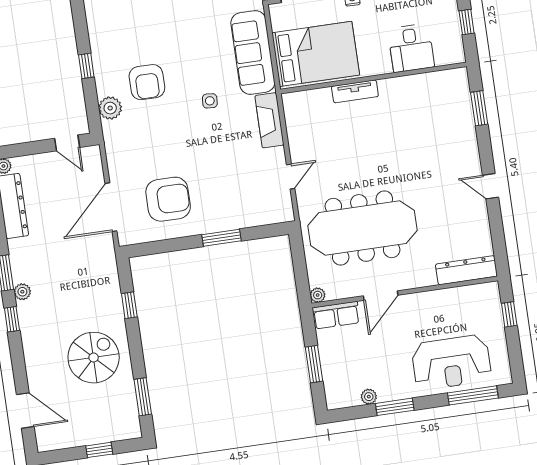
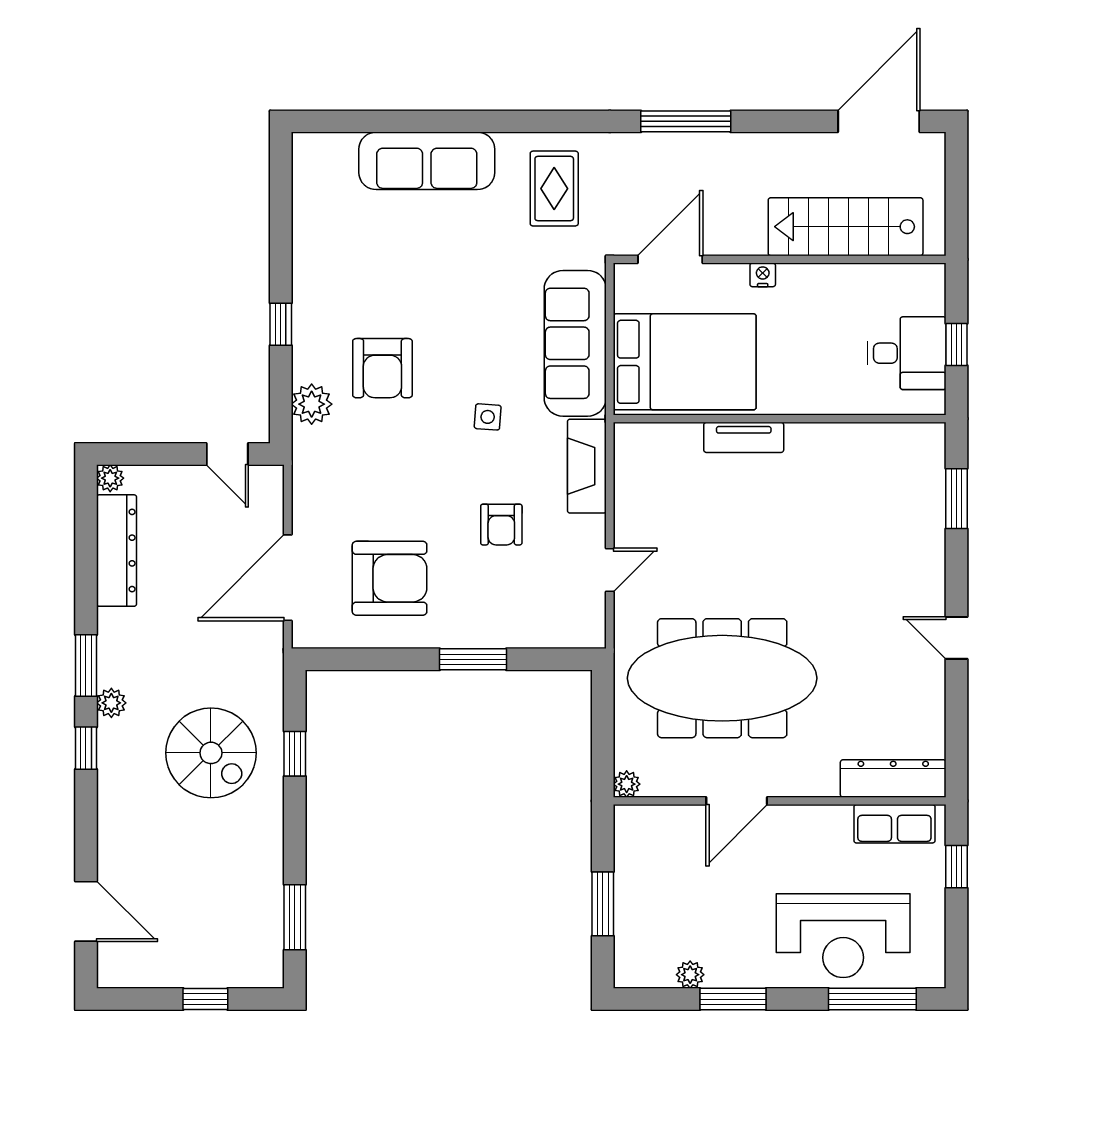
desk: (411, 48) -> (907, 353), moved, turned -90
armchair: (226, 160) -> (501, 525), added
row of seats: (336, 315) -> (894, 824), moved
spiral stairs: (94, 358) -> (211, 753), moved, turned 90

